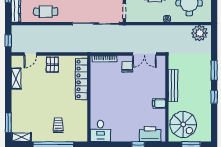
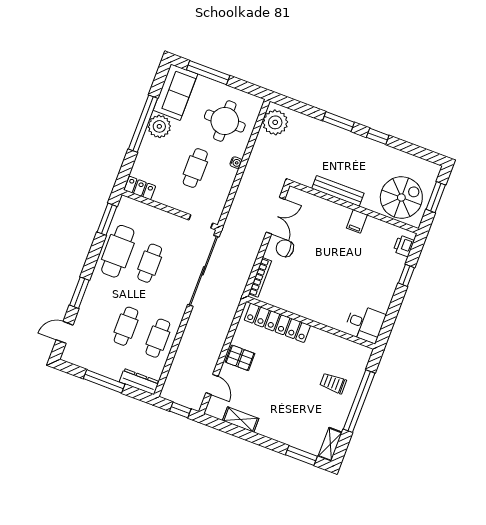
printer: (150, 134) -> (404, 246), width x0.53, depth x0.68

